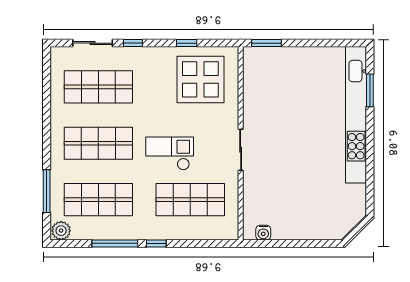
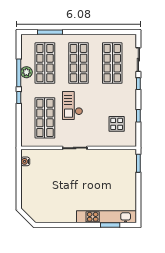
display table: (200, 79) -> (117, 124), width x0.54, depth x0.54
kitchen unit: (356, 115) -> (106, 217), width x0.73
checkout: (170, 153) -> (72, 106), turned 180
plant: (61, 231) -> (26, 72), moved

